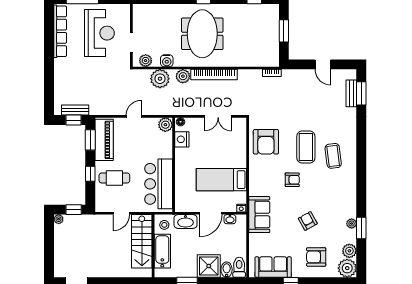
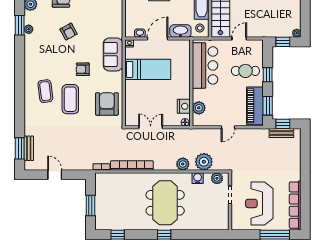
bookcase: (214, 75) -> (132, 166), moved
plant: (165, 125) -> (199, 108), moved
sofa: (259, 215) -> (113, 54), moved

